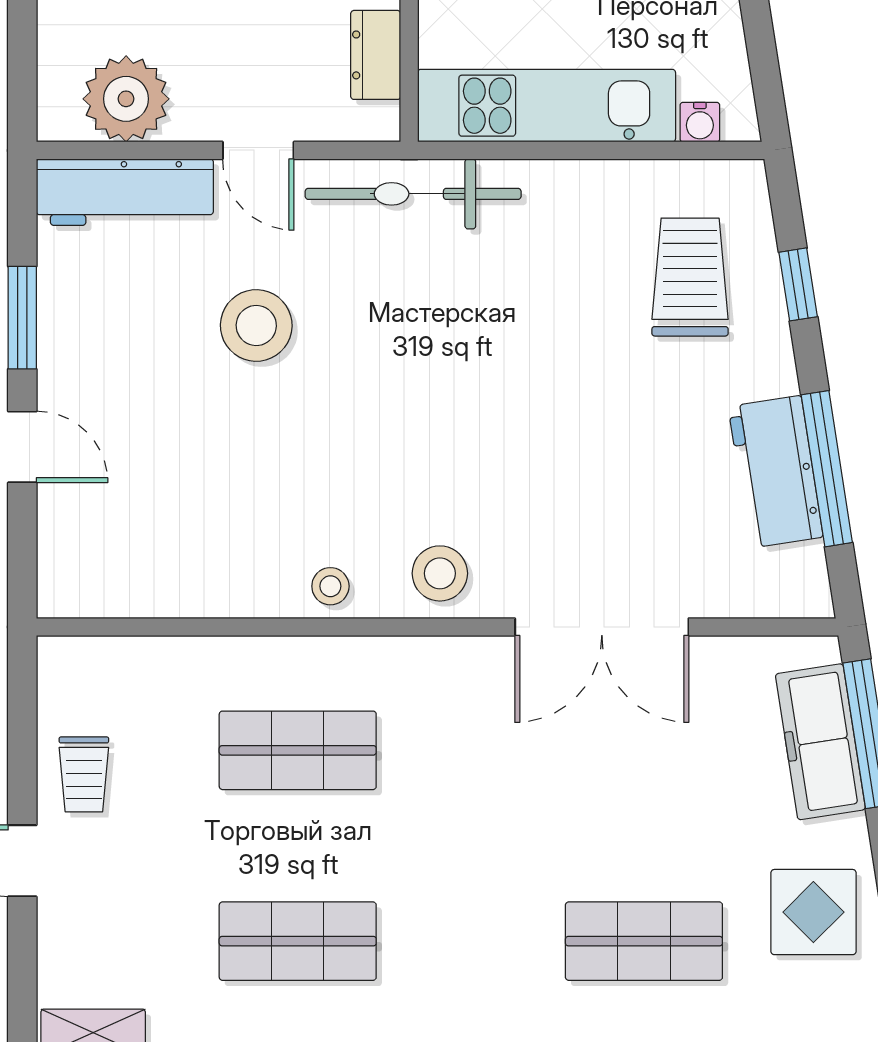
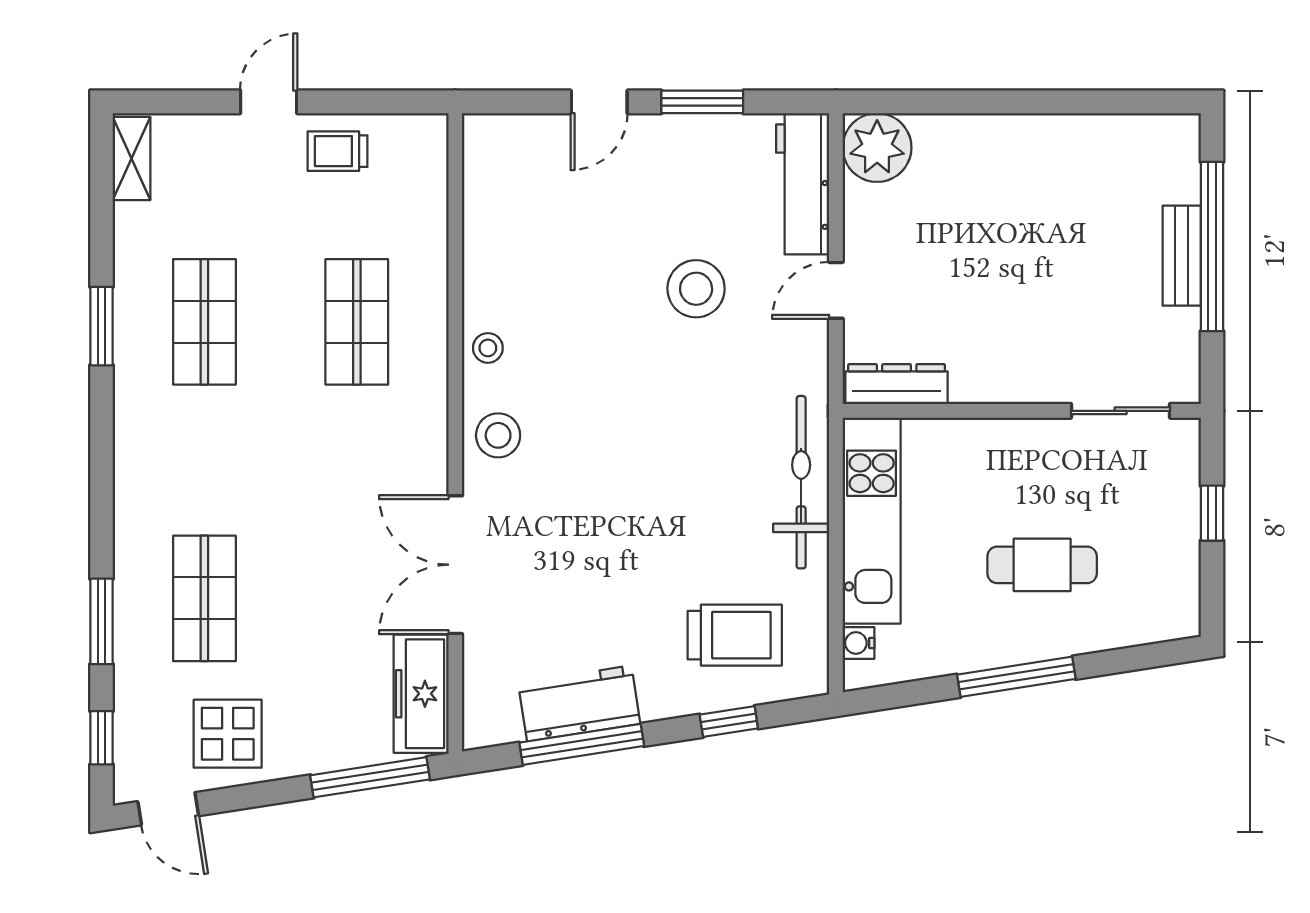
dresser: (376, 55) -> (897, 384), width x1.44
plant: (126, 99) -> (877, 148), moved
bicycle: (413, 194) -> (801, 482), moved
freezer: (820, 742) -> (421, 694), moved, turned -81

